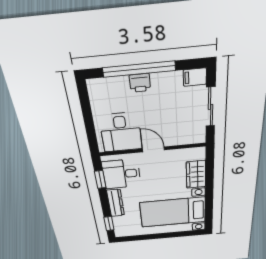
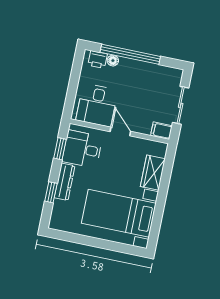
filing cabinet: (195, 77) -> (161, 131), moved
floor lamp: (122, 82) -> (113, 61), added
printer: (140, 83) -> (98, 60), moved
window: (109, 224) -> (51, 192), moved

